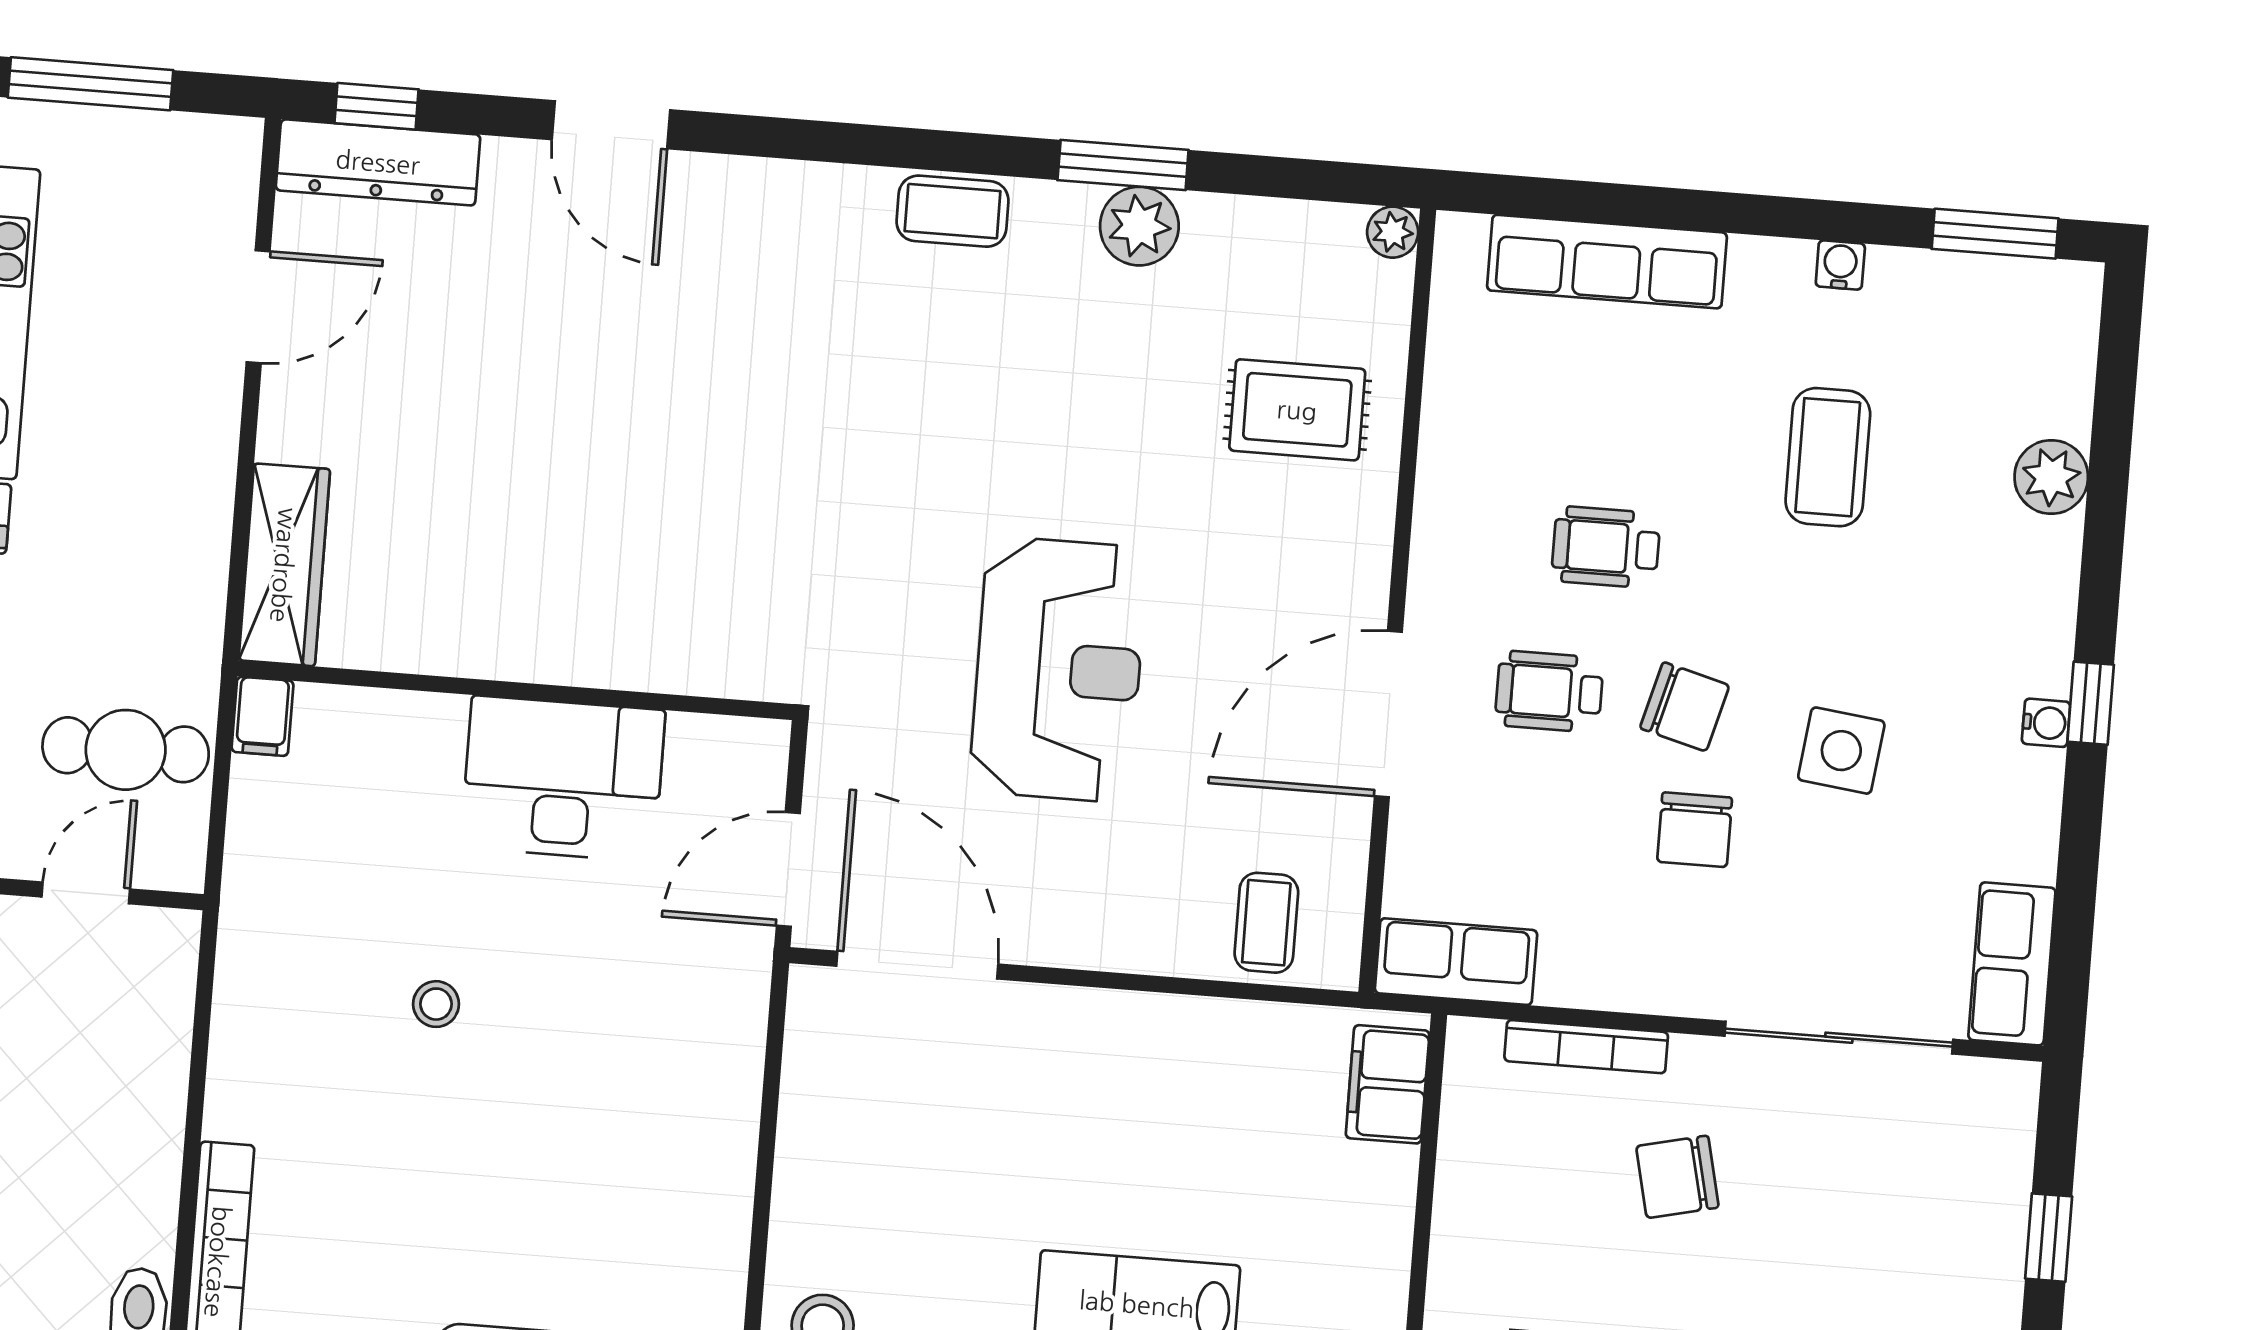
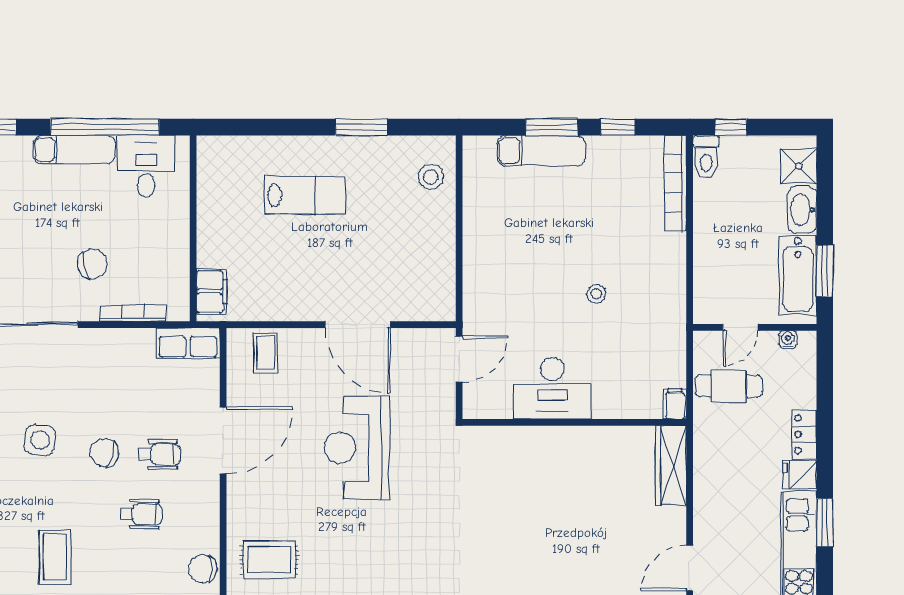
chair: (1695, 830) -> (203, 569), moved, turned -90
door: (917, 965) -> (358, 325), moved

